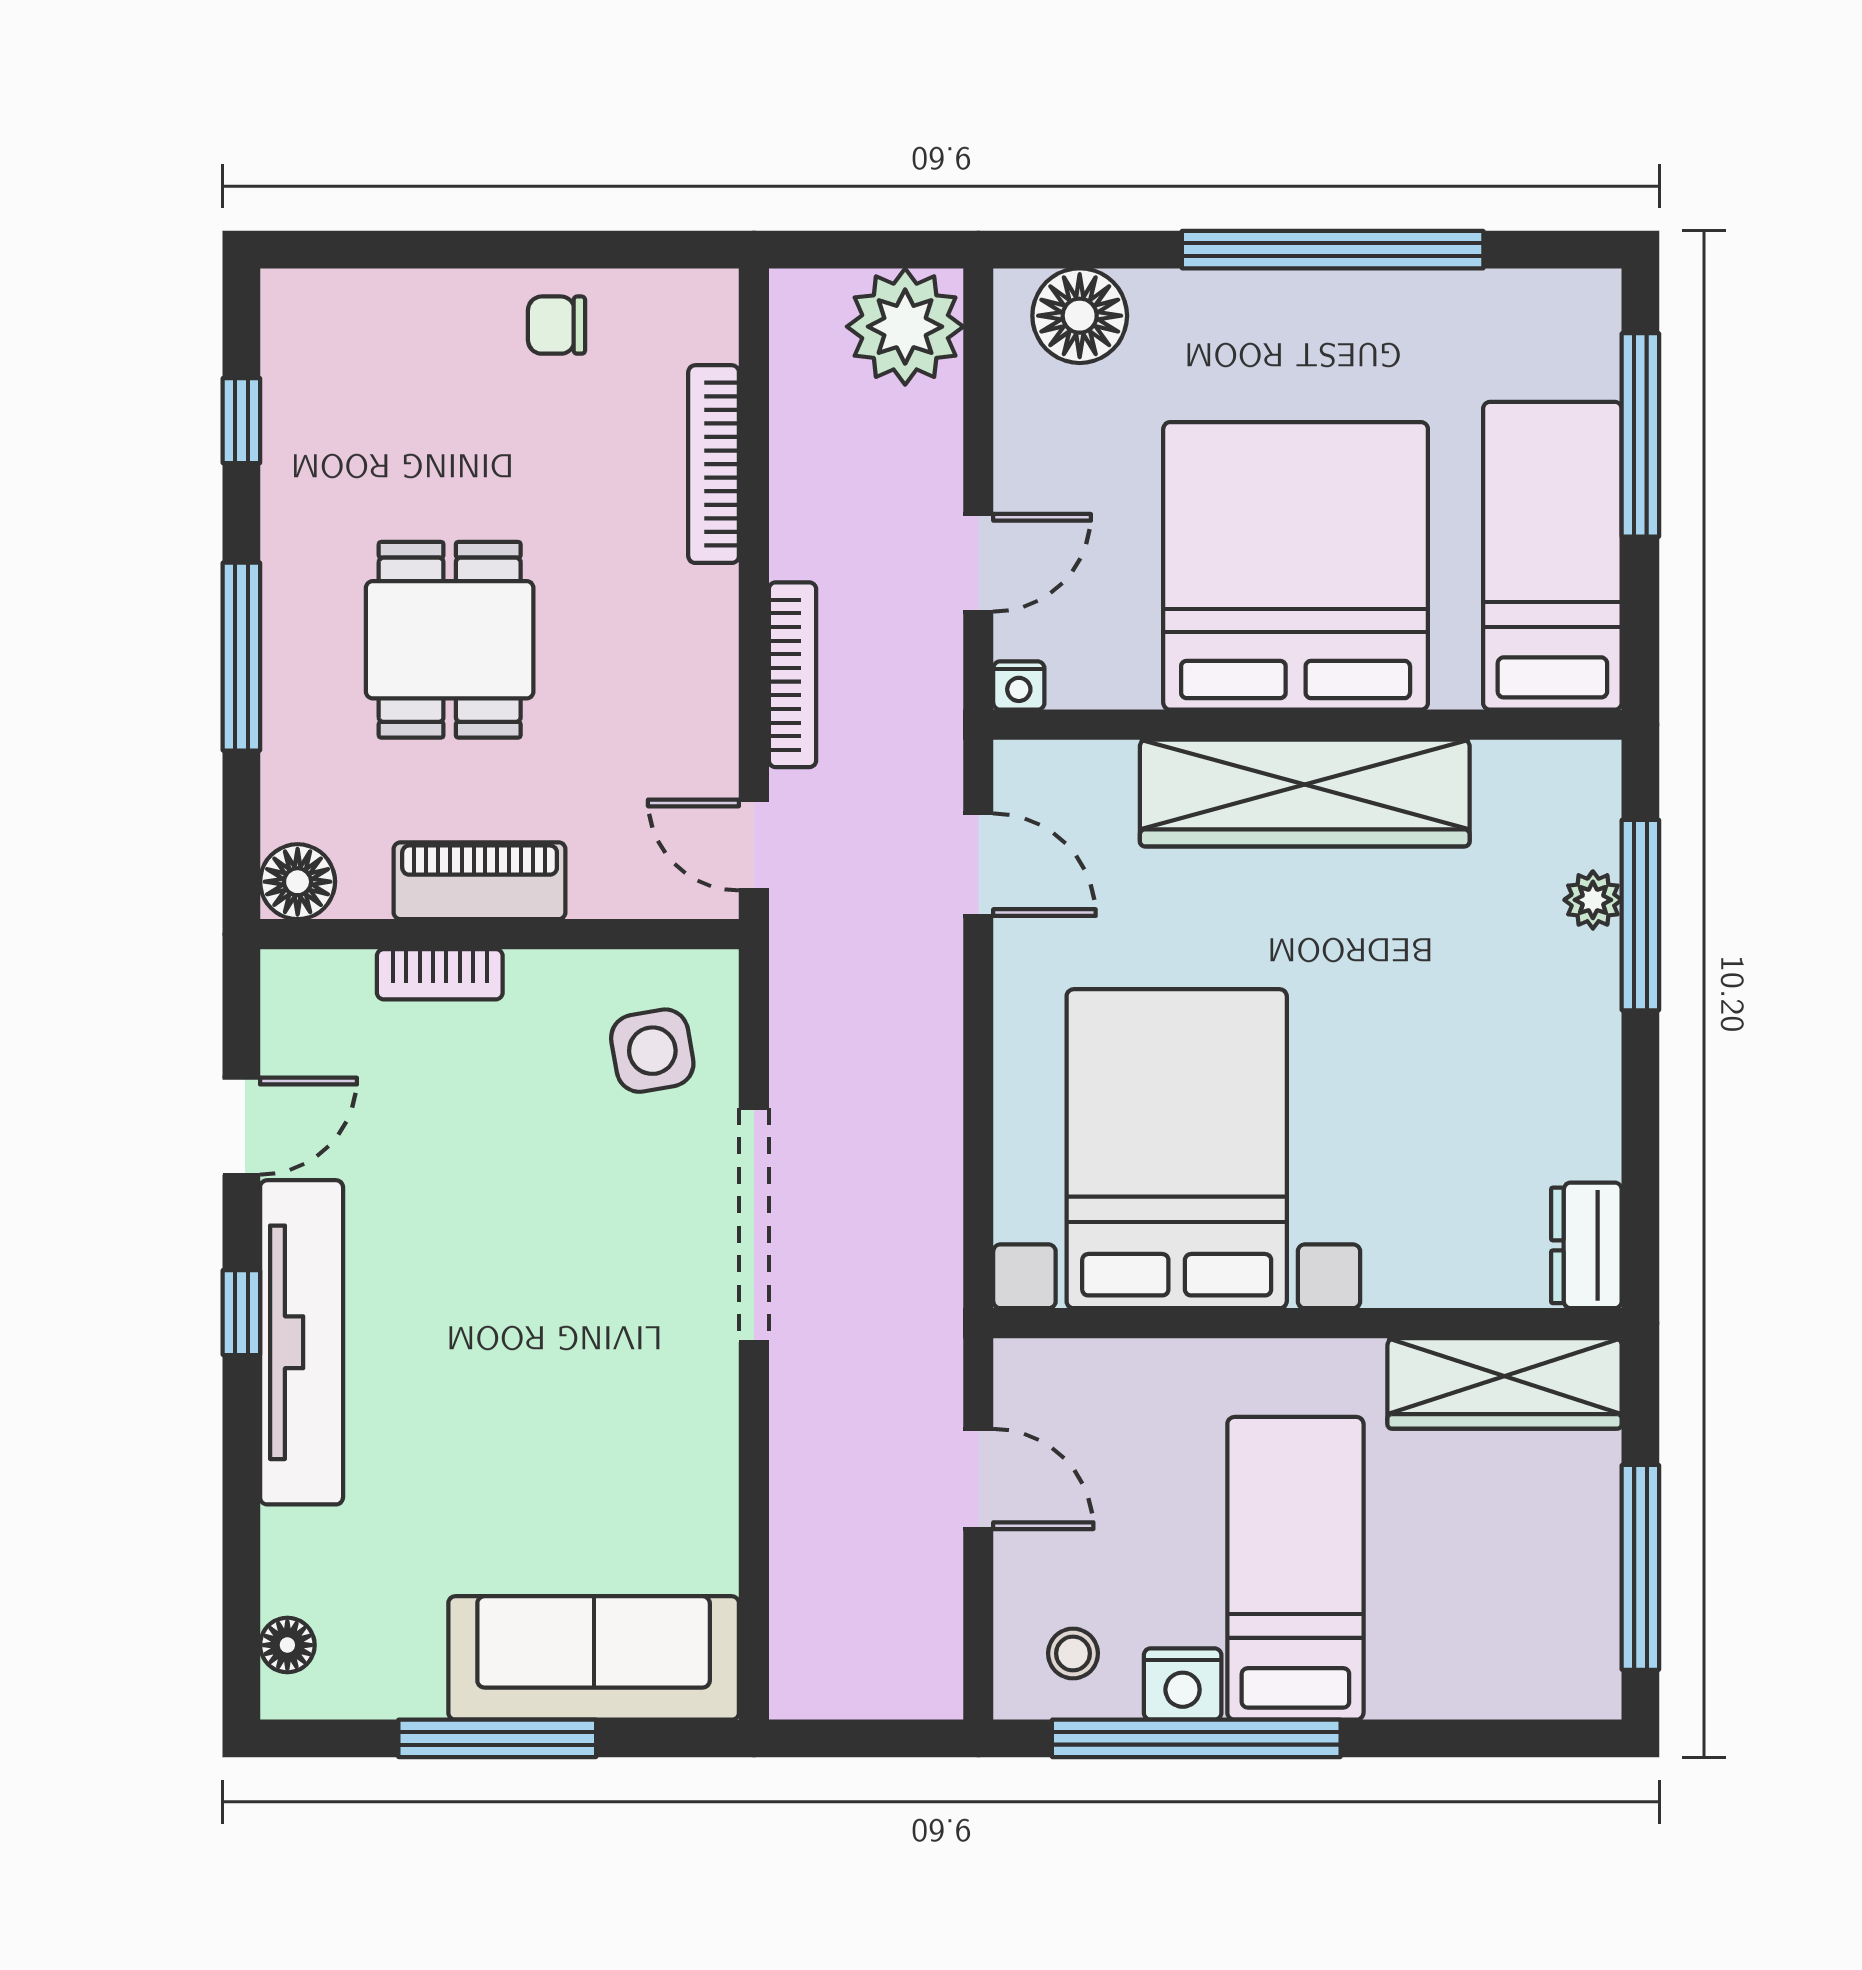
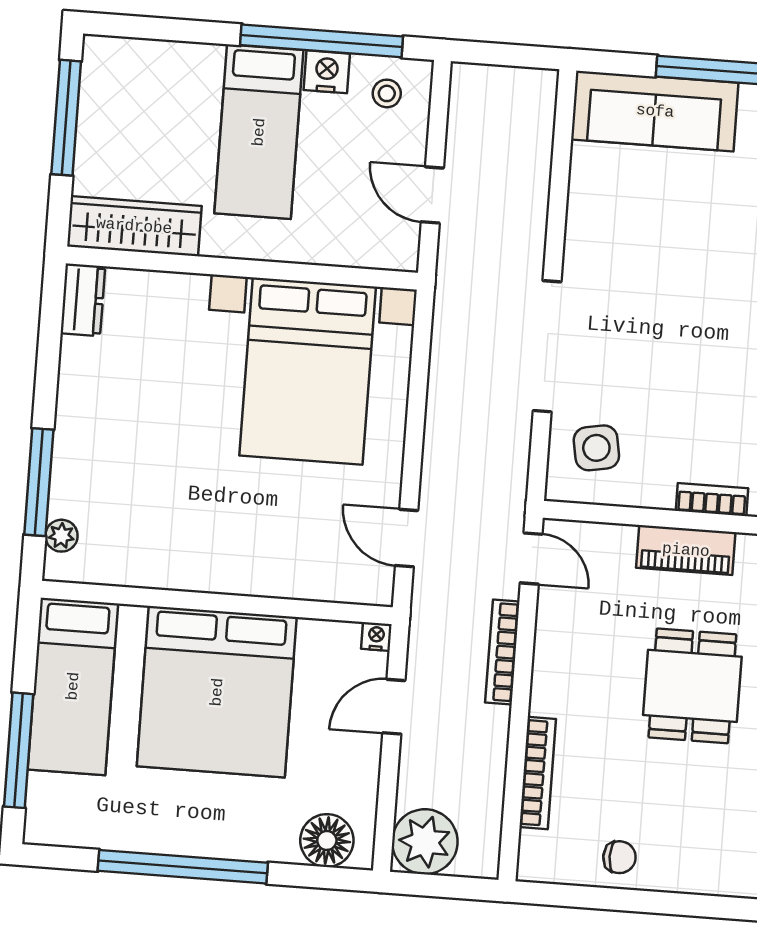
wardrobe: (1305, 793) -> (221, 564), removed
plant: (1593, 900) -> (61, 536), moved

